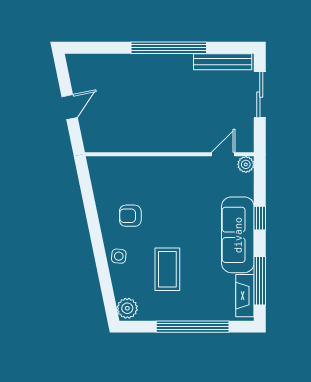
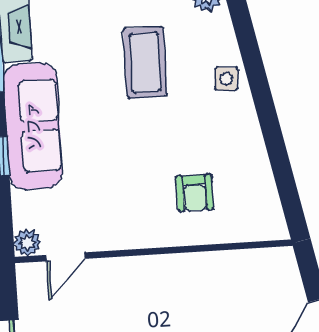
armchair: (130, 216) -> (195, 193), moved, turned 90

